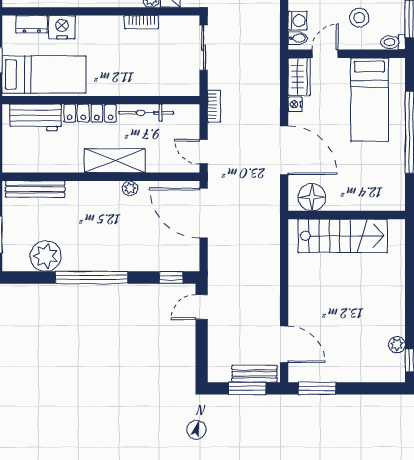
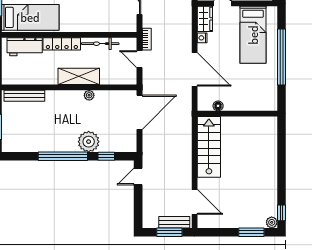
door: (204, 152) -> (139, 59), moved
floor lamp: (312, 197) -> (218, 106), width x0.53, depth x0.53
door: (204, 213) -> (139, 112), swing flipped
stairs: (343, 236) -> (209, 147), moved, turned -90
plant: (46, 256) -> (89, 142), moved
window: (171, 278) -> (106, 156), moved
plant: (397, 345) -> (272, 222), moved
window: (317, 388) -> (251, 232), moved

